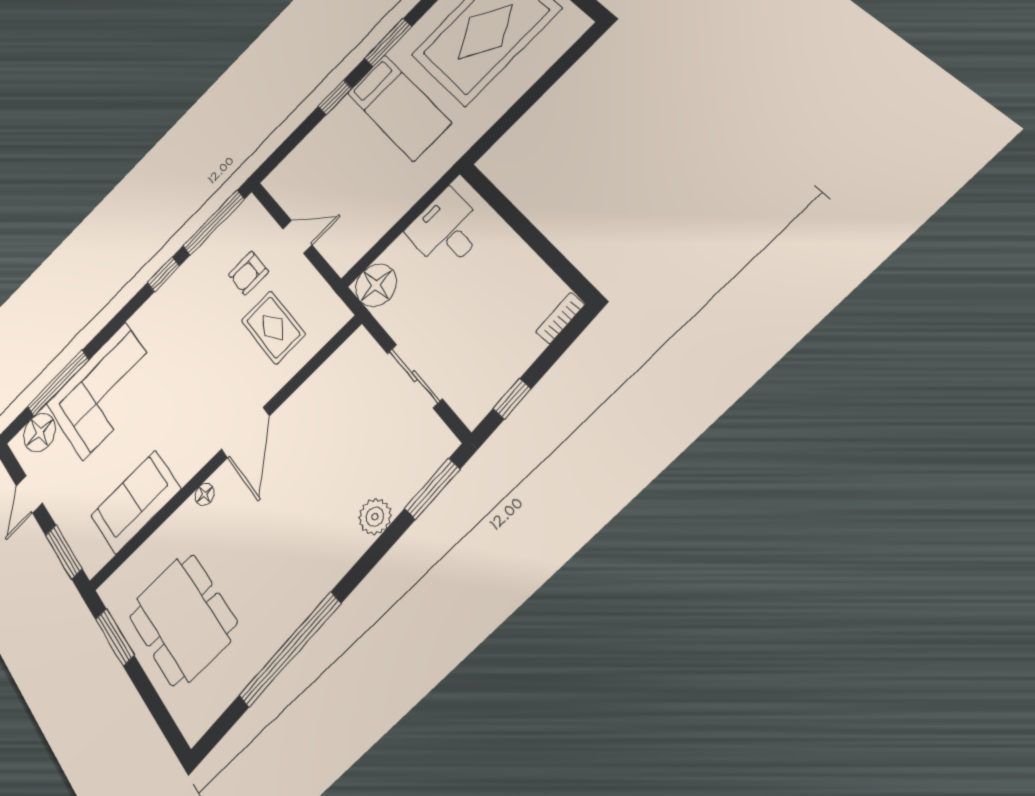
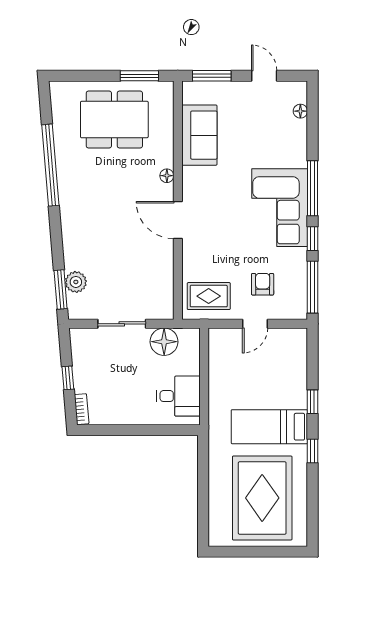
window: (388, 43) -> (312, 451), width x0.67
floor lamp: (376, 285) -> (164, 342), moved
rug: (273, 327) -> (209, 296), moved
window: (58, 383) -> (312, 188), moved
corner sofa: (104, 391) -> (280, 208), moved
window: (512, 399) -> (68, 378), moved
floor lamp: (40, 433) -> (300, 111), width x0.53, depth x0.53
plant: (375, 517) -> (76, 282), moved

